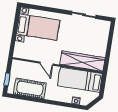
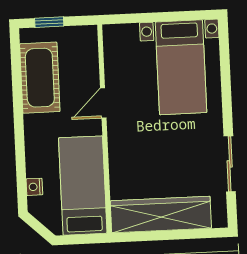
wardrobe: (82, 61) -> (161, 215), moved, turned -90

